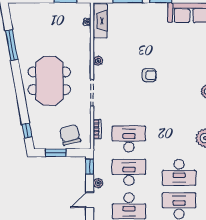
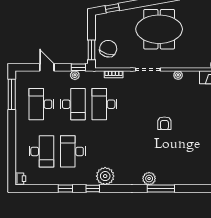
chair: (70, 135) -> (108, 49), turned -59
desk: (129, 139) -> (104, 104), turned 180
window: (56, 153) -> (91, 50), moved
plant: (98, 183) -> (75, 75), moved

